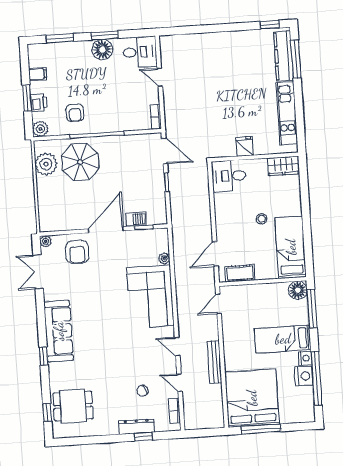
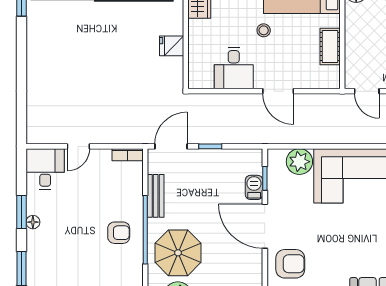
floor lamp: (102, 50) -> (33, 222), width x0.53, depth x0.53
armchair: (75, 113) -> (119, 233), moved
bench: (124, 141) -> (156, 196), added
desk: (229, 176) -> (234, 68), moved
door: (215, 254) -> (278, 91), moved
plant: (164, 258) -> (299, 162), width x1.87, depth x1.87
cot: (240, 273) -> (330, 46), moved

